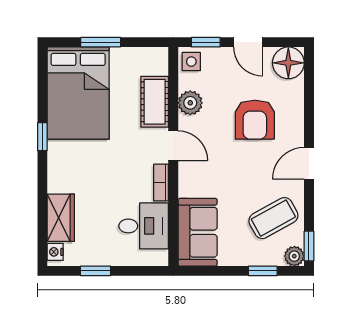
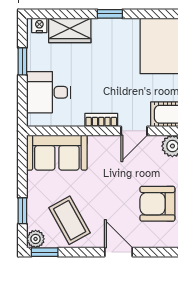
window: (42, 137) -> (110, 14), moved
desk: (144, 226) -> (49, 92), moved, turned 90

